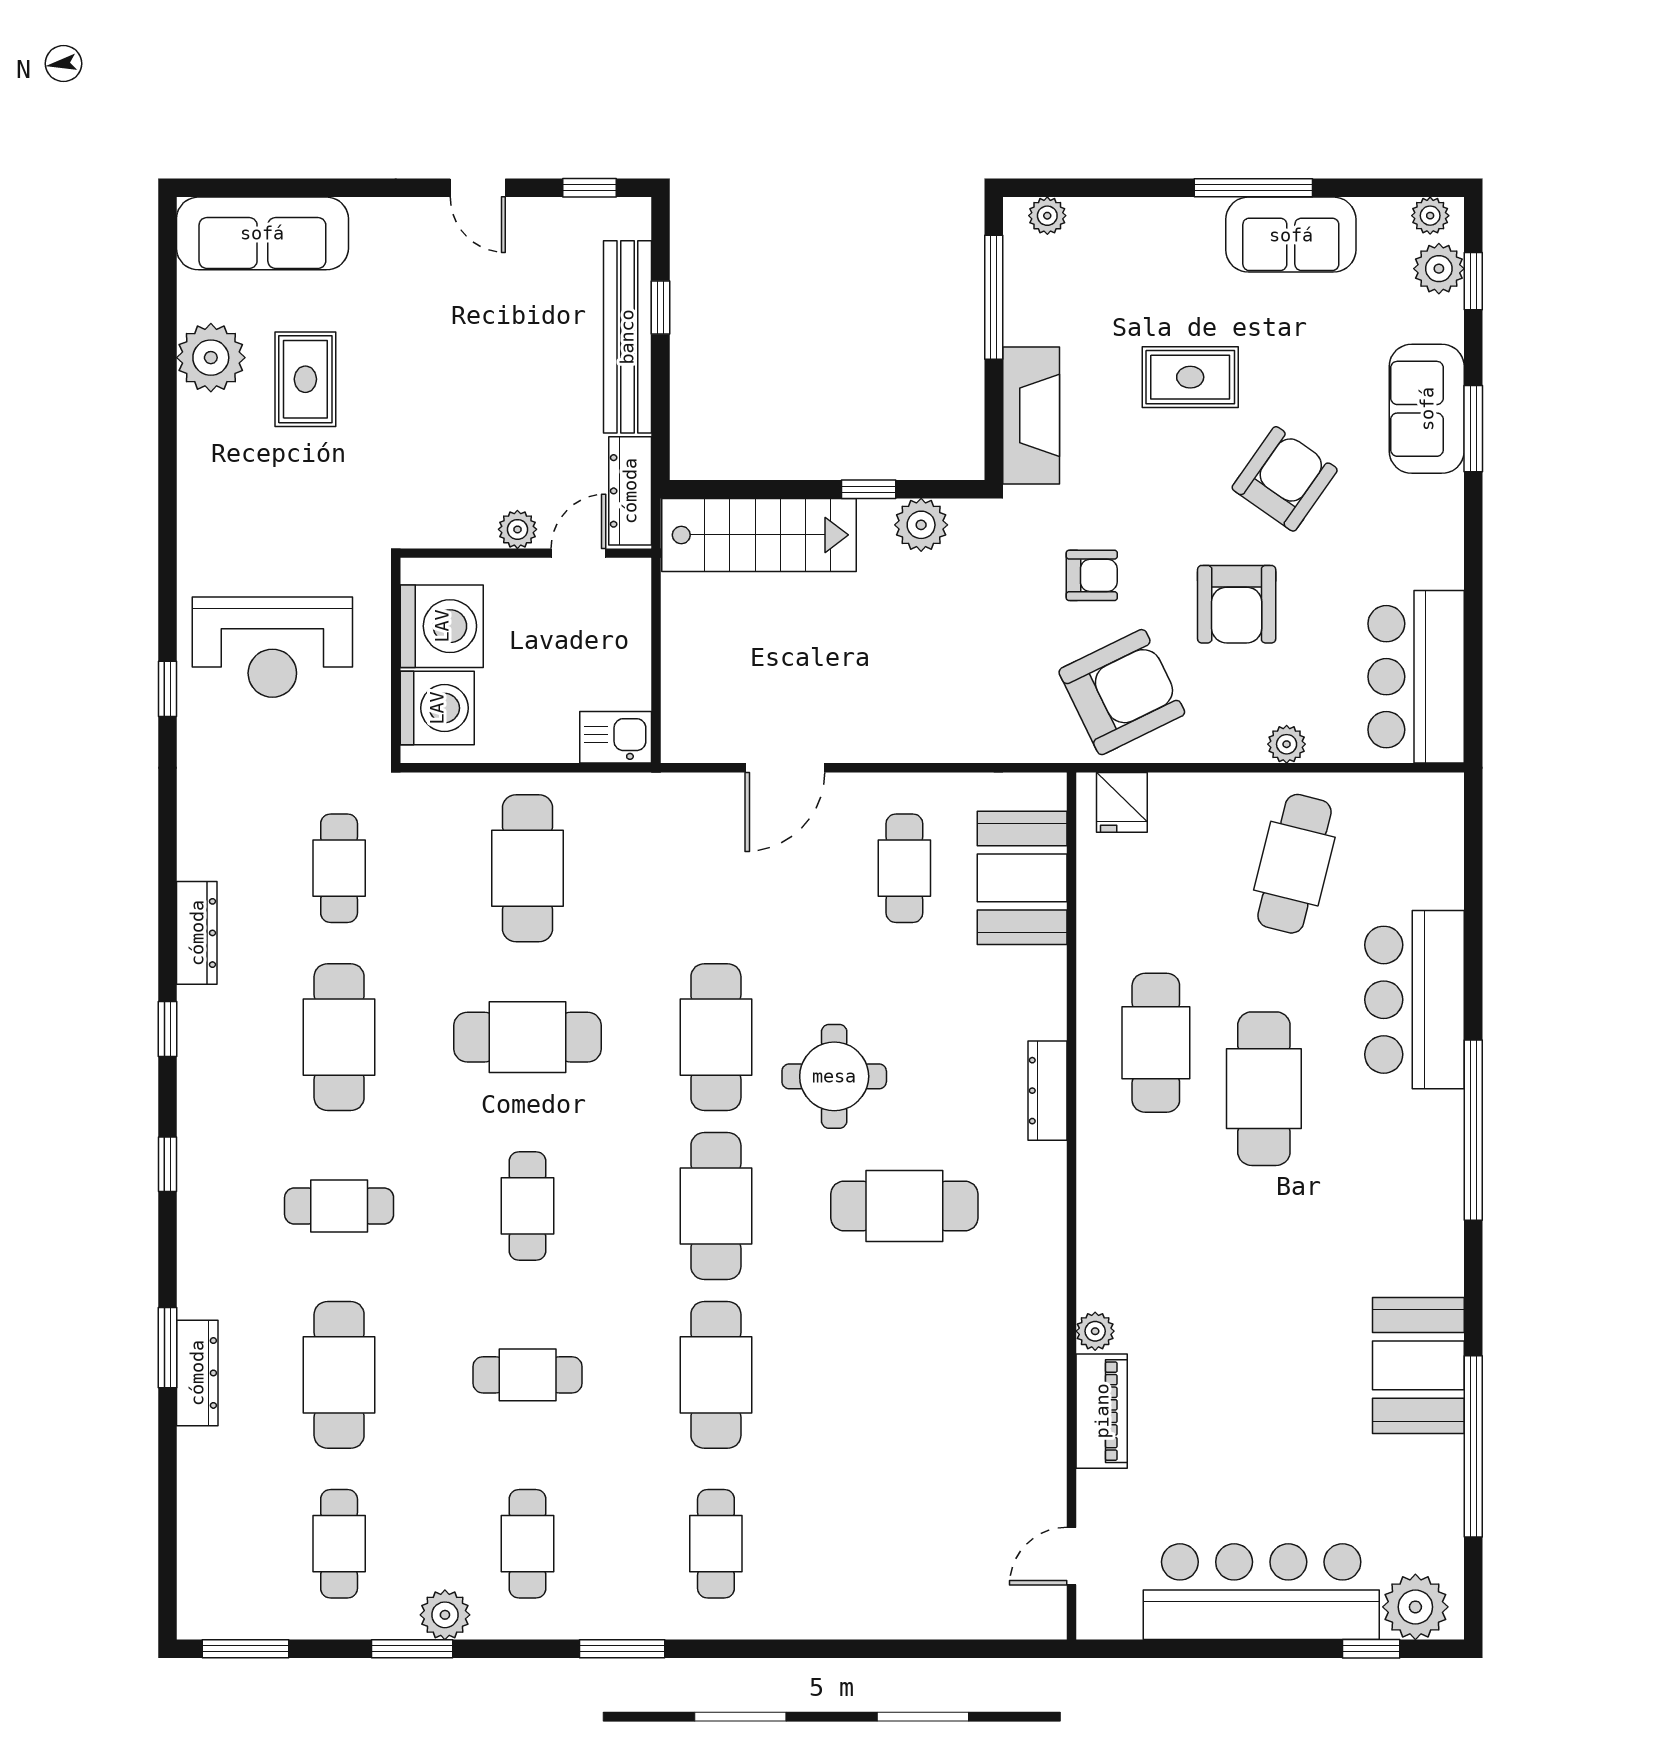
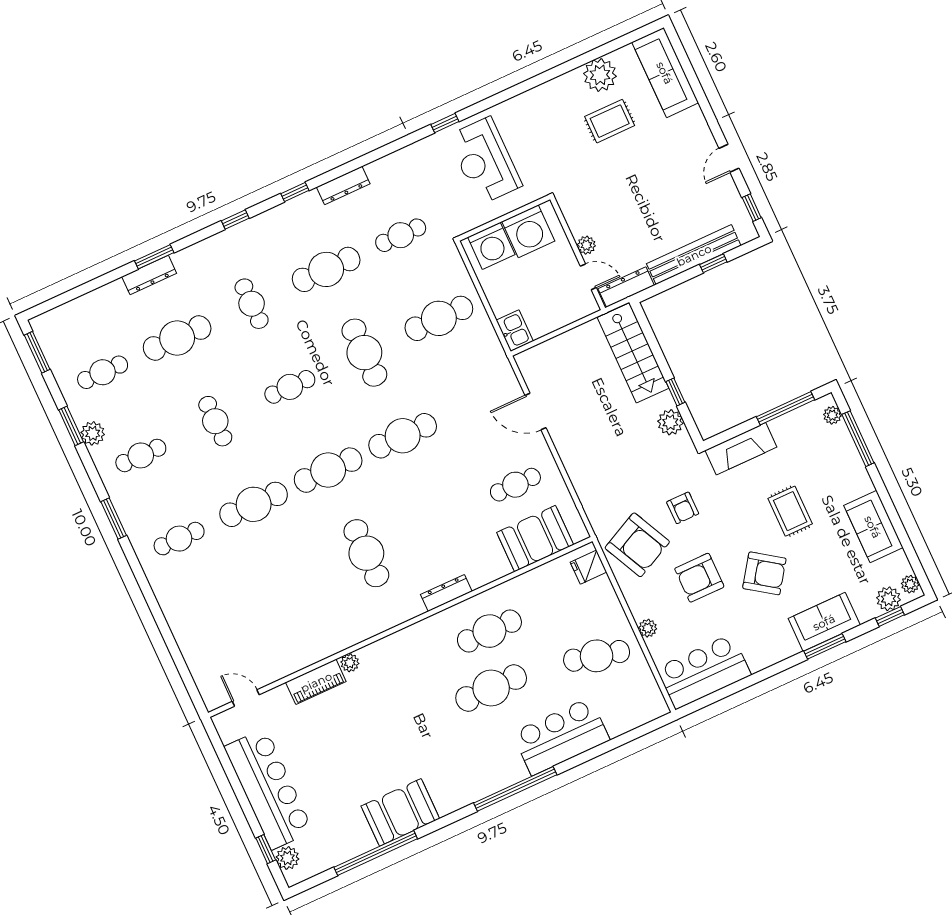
window: (1253, 188) -> (858, 439), moved
round table: (834, 1076) -> (409, 496), removed
plant: (1415, 1607) -> (287, 858), width x0.73, depth x0.73

